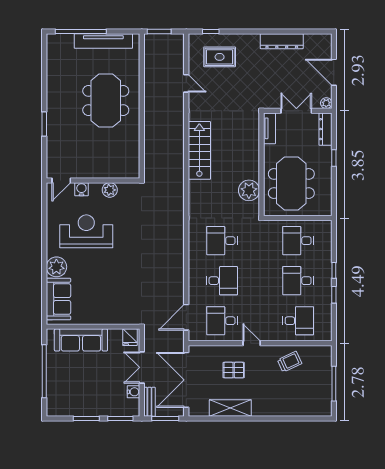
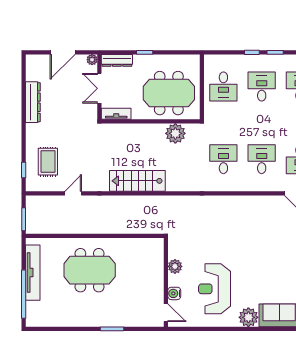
desk: (222, 241) -> (223, 159), turned 180
desk: (298, 281) -> (262, 86), turned 180

